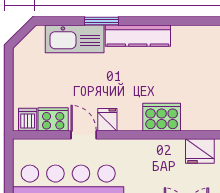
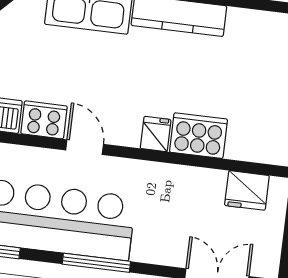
fridge: (107, 120) -> (156, 134), moved

